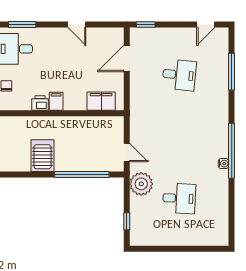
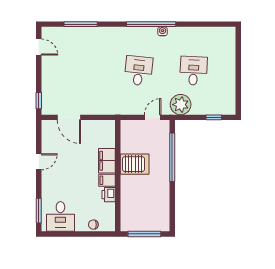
desk: (179, 75) -> (139, 71), moved
filing cabinet: (101, 101) -> (107, 161), moved
server rack: (43, 156) -> (135, 164), moved, turned 180

